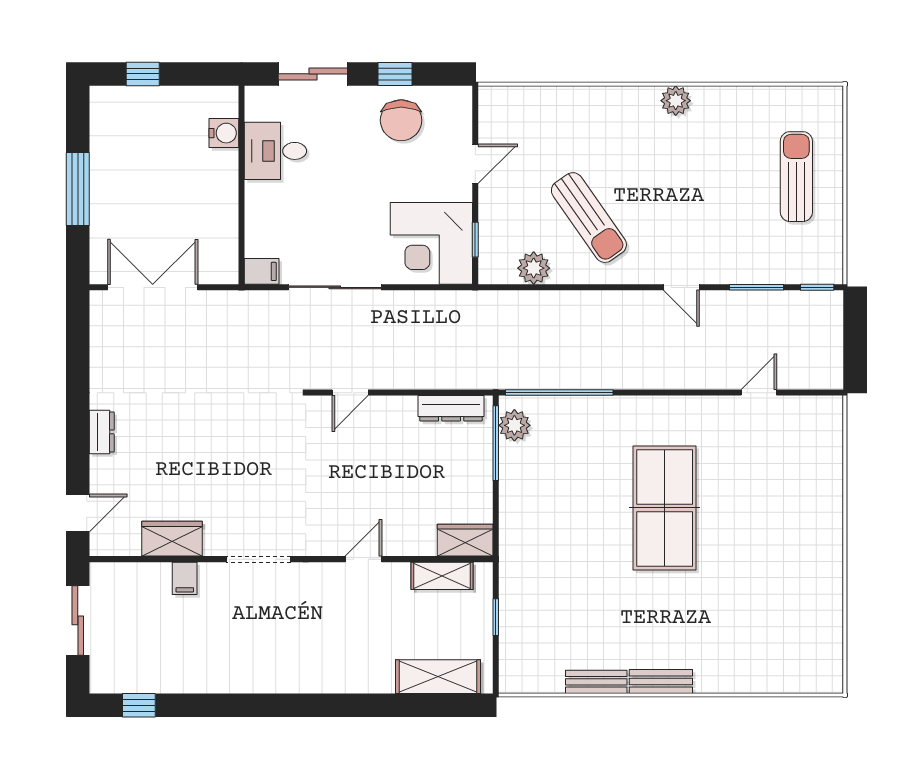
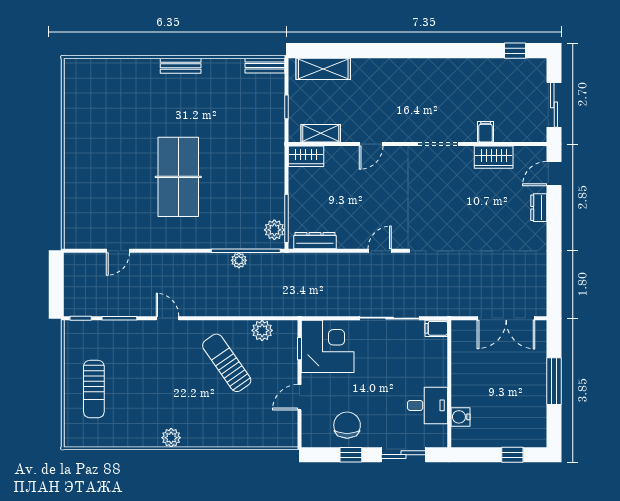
plant: (570, 378) -> (239, 260), added
dresser: (102, 432) -> (539, 208), moved
bench: (596, 682) -> (265, 66), moved

